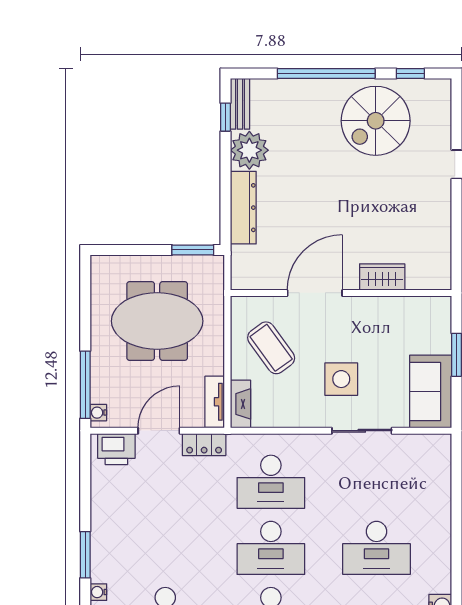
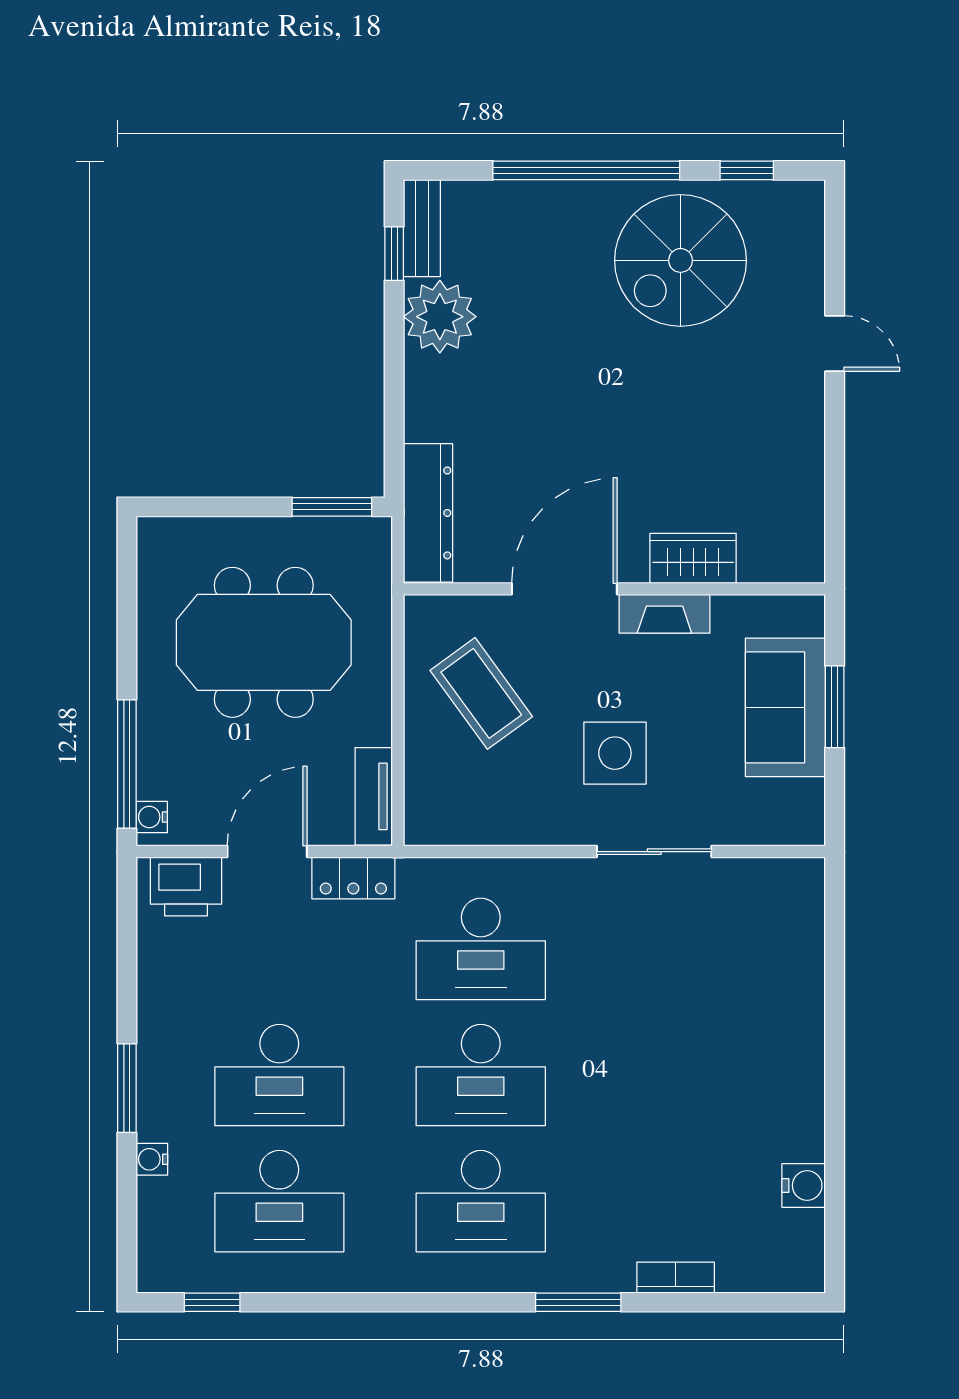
dresser: (243, 208) -> (428, 513), moved
sofa: (431, 391) -> (785, 707), moved
fireplace: (240, 404) -> (664, 614), moved, turned 90
desk: (377, 548) -> (279, 1075), moved

